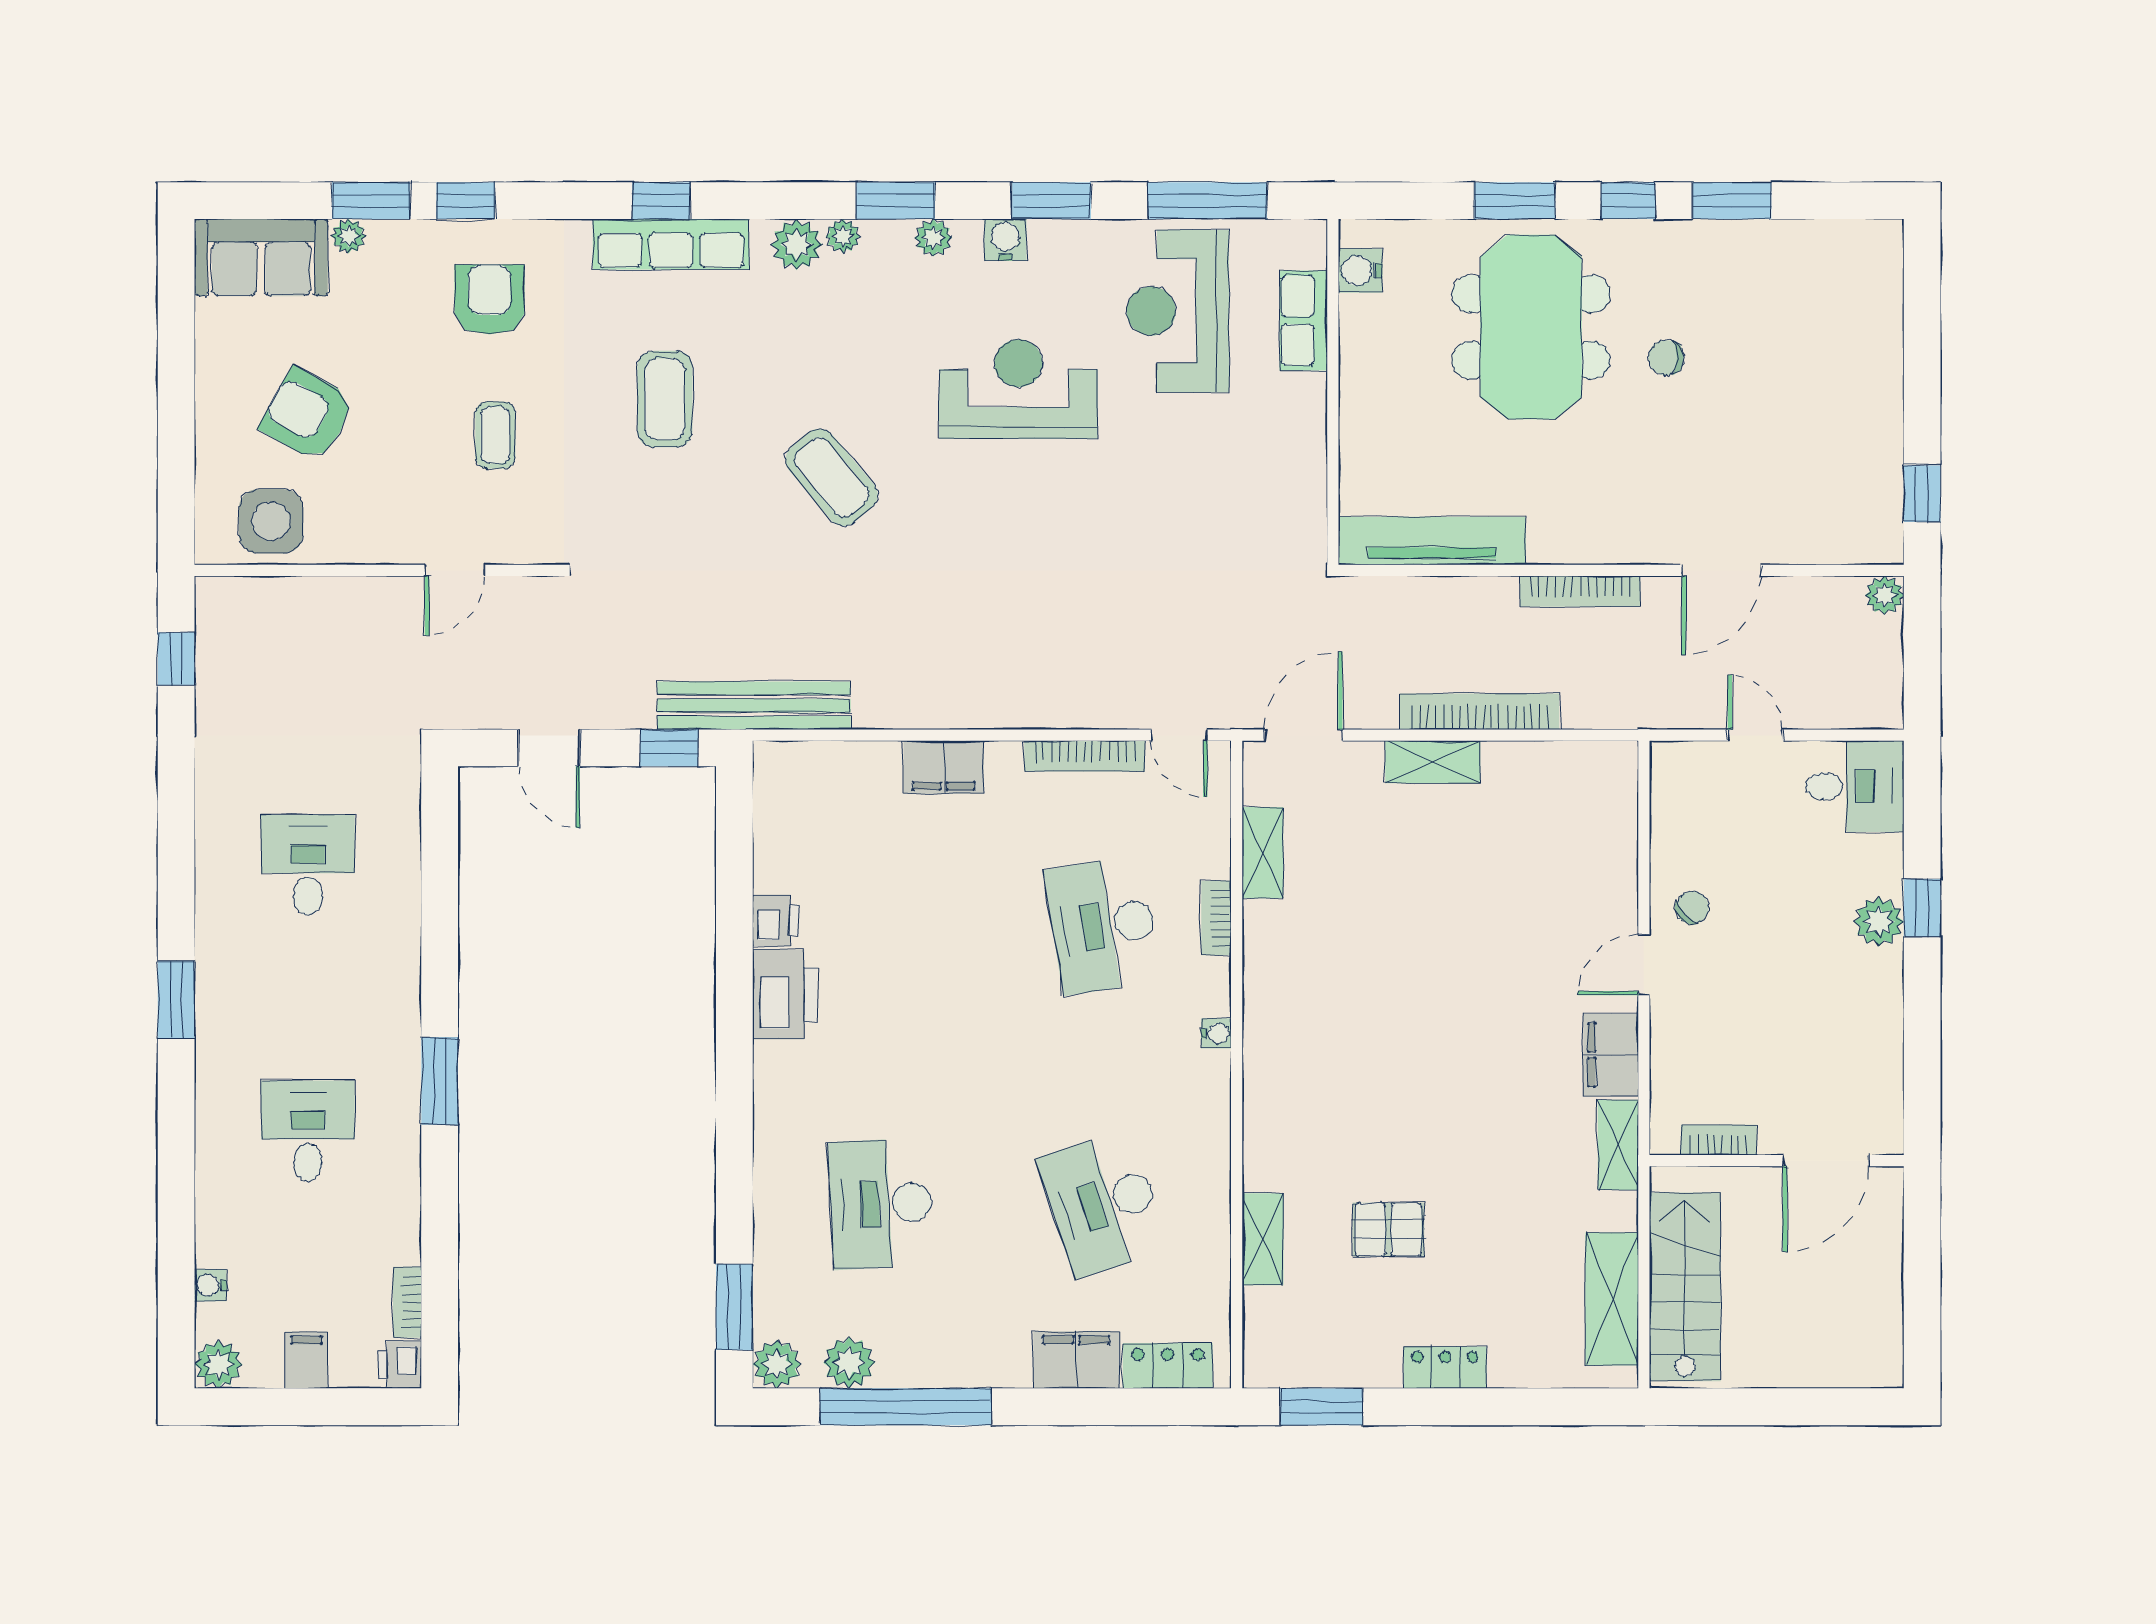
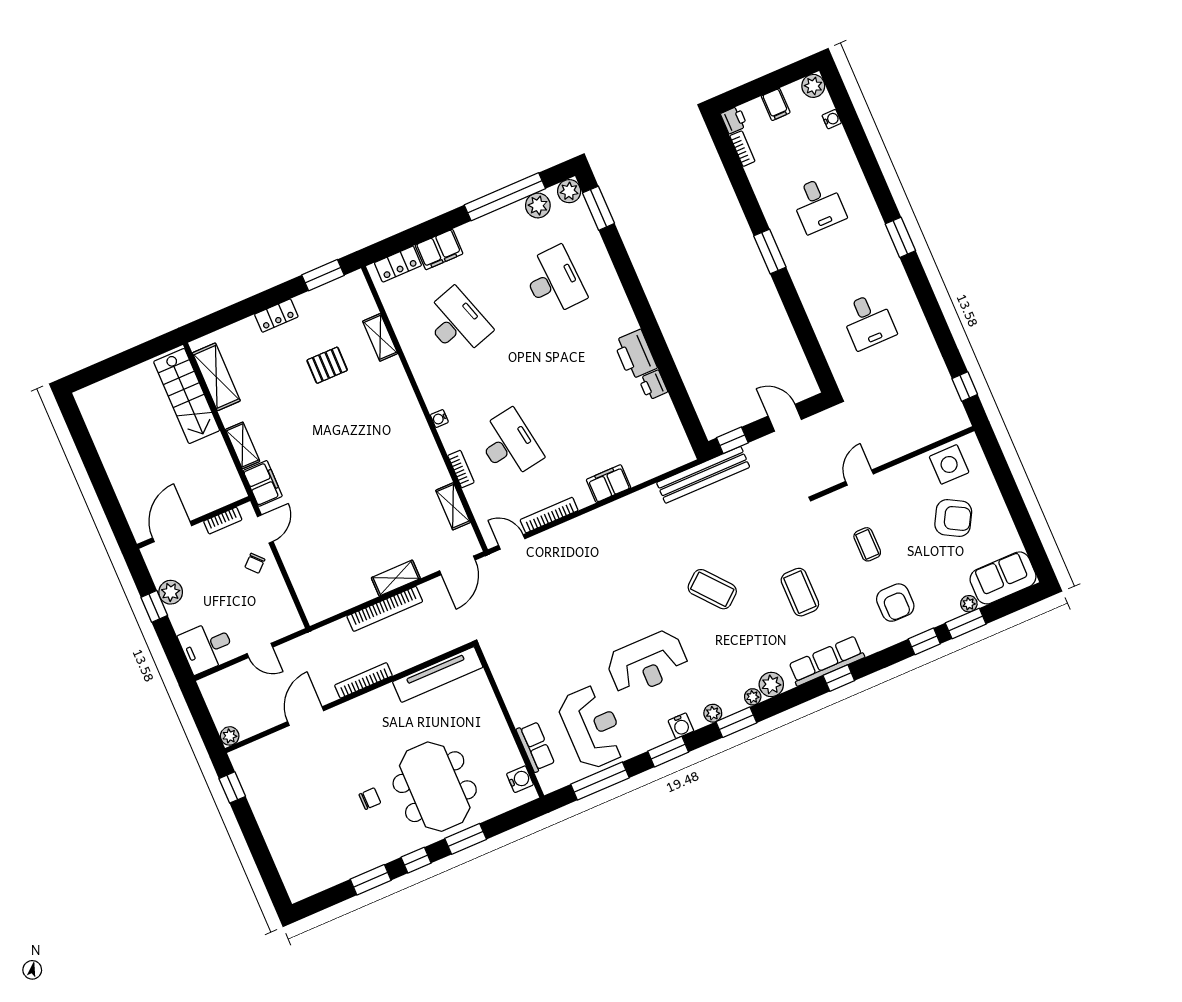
bookcase: (1719, 1140) -> (223, 521), moved
wall: (1777, 1161) -> (194, 522), moved
door: (1826, 1161) -> (172, 532), moved

